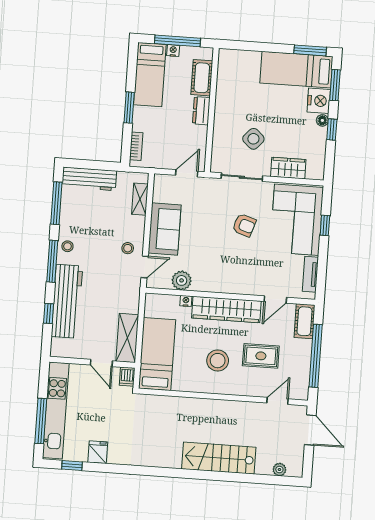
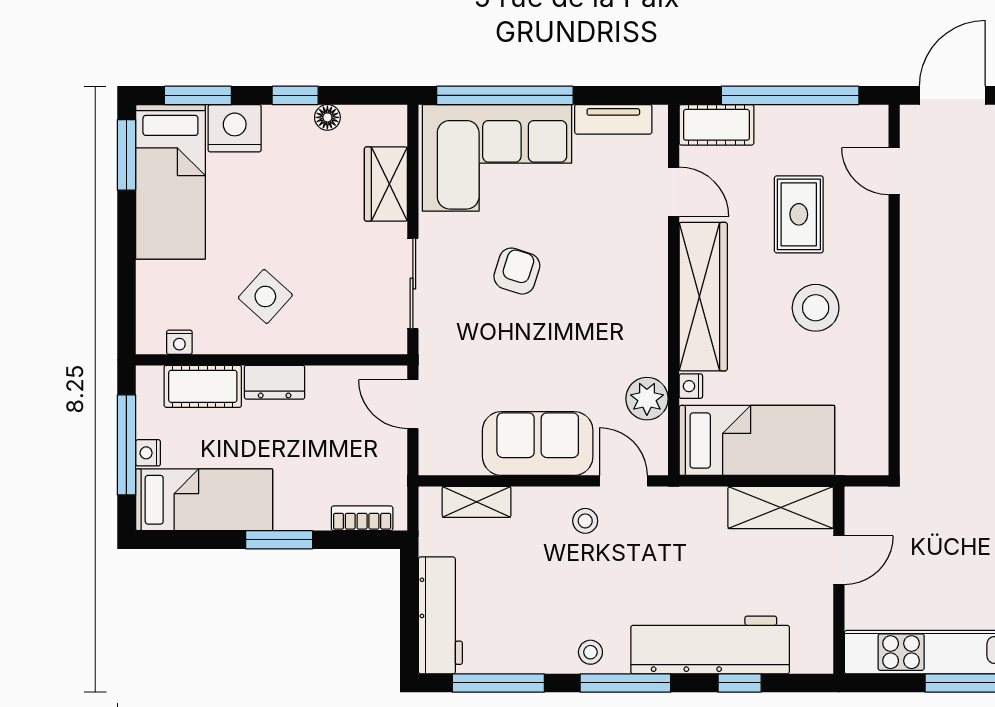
nightstand: (223, 68) -> (179, 342), added
floor lamp: (322, 120) -> (327, 117), moved
side table: (253, 139) -> (265, 296), moved
window: (325, 225) -> (505, 95), width x3.17
bed: (157, 354) -> (757, 440), moved, turned 180
dishwasher: (127, 377) -> (865, 502), removed

